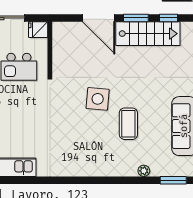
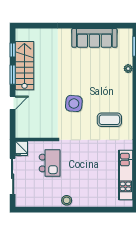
door: (99, 18) -> (13, 103), width x0.53
coffee table: (128, 124) -> (109, 120), moved

